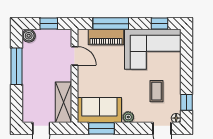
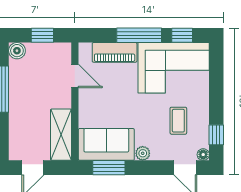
window: (111, 24) -> (139, 35), moved

